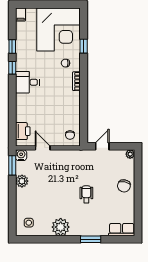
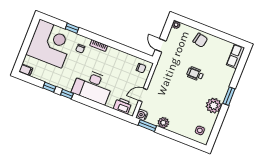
desk: (27, 82) -> (93, 86), width x1.87, depth x1.30
window: (91, 239) -> (229, 96), moved

